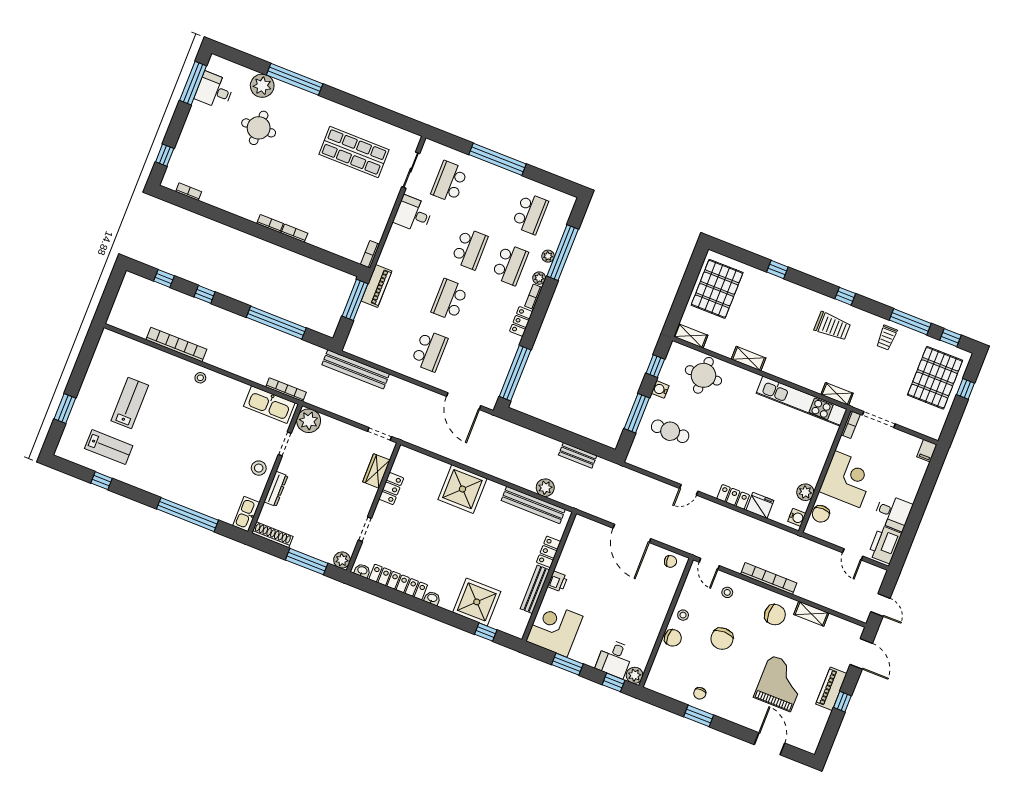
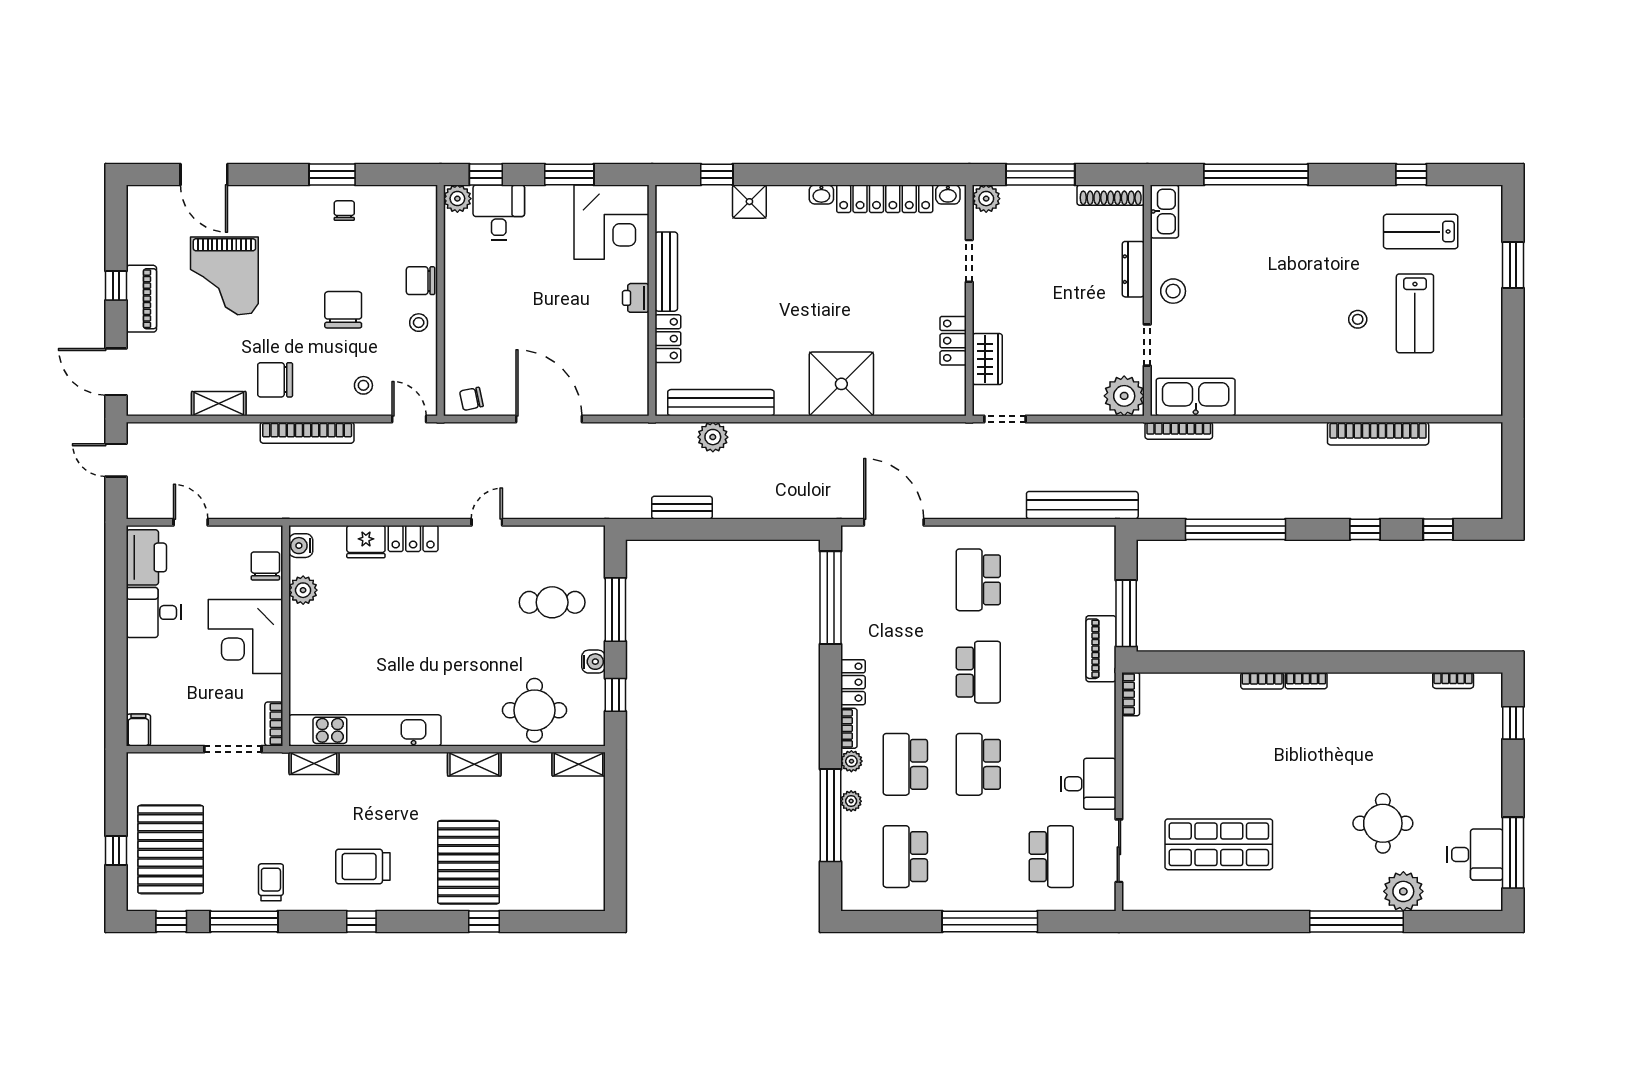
pallet: (717, 289) -> (469, 862), moved
stool: (200, 378) -> (1358, 319), moved
shower: (477, 602) -> (749, 202), width x0.54, depth x0.54

